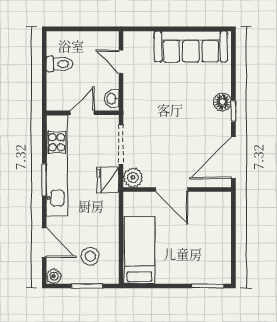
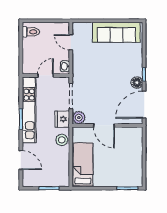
toilet: (59, 64) -> (31, 32), moved
floor lamp: (222, 102) -> (137, 83), moved
stool: (90, 256) -> (62, 140), moved
plant: (54, 276) -> (27, 182), removed

